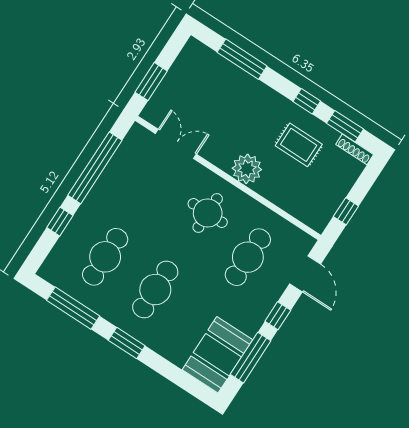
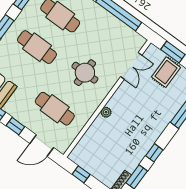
rug: (299, 145) -> (166, 72), moved
plant: (247, 169) -> (106, 112), width x0.53, depth x0.53
round table: (208, 213) -> (85, 73), moved

